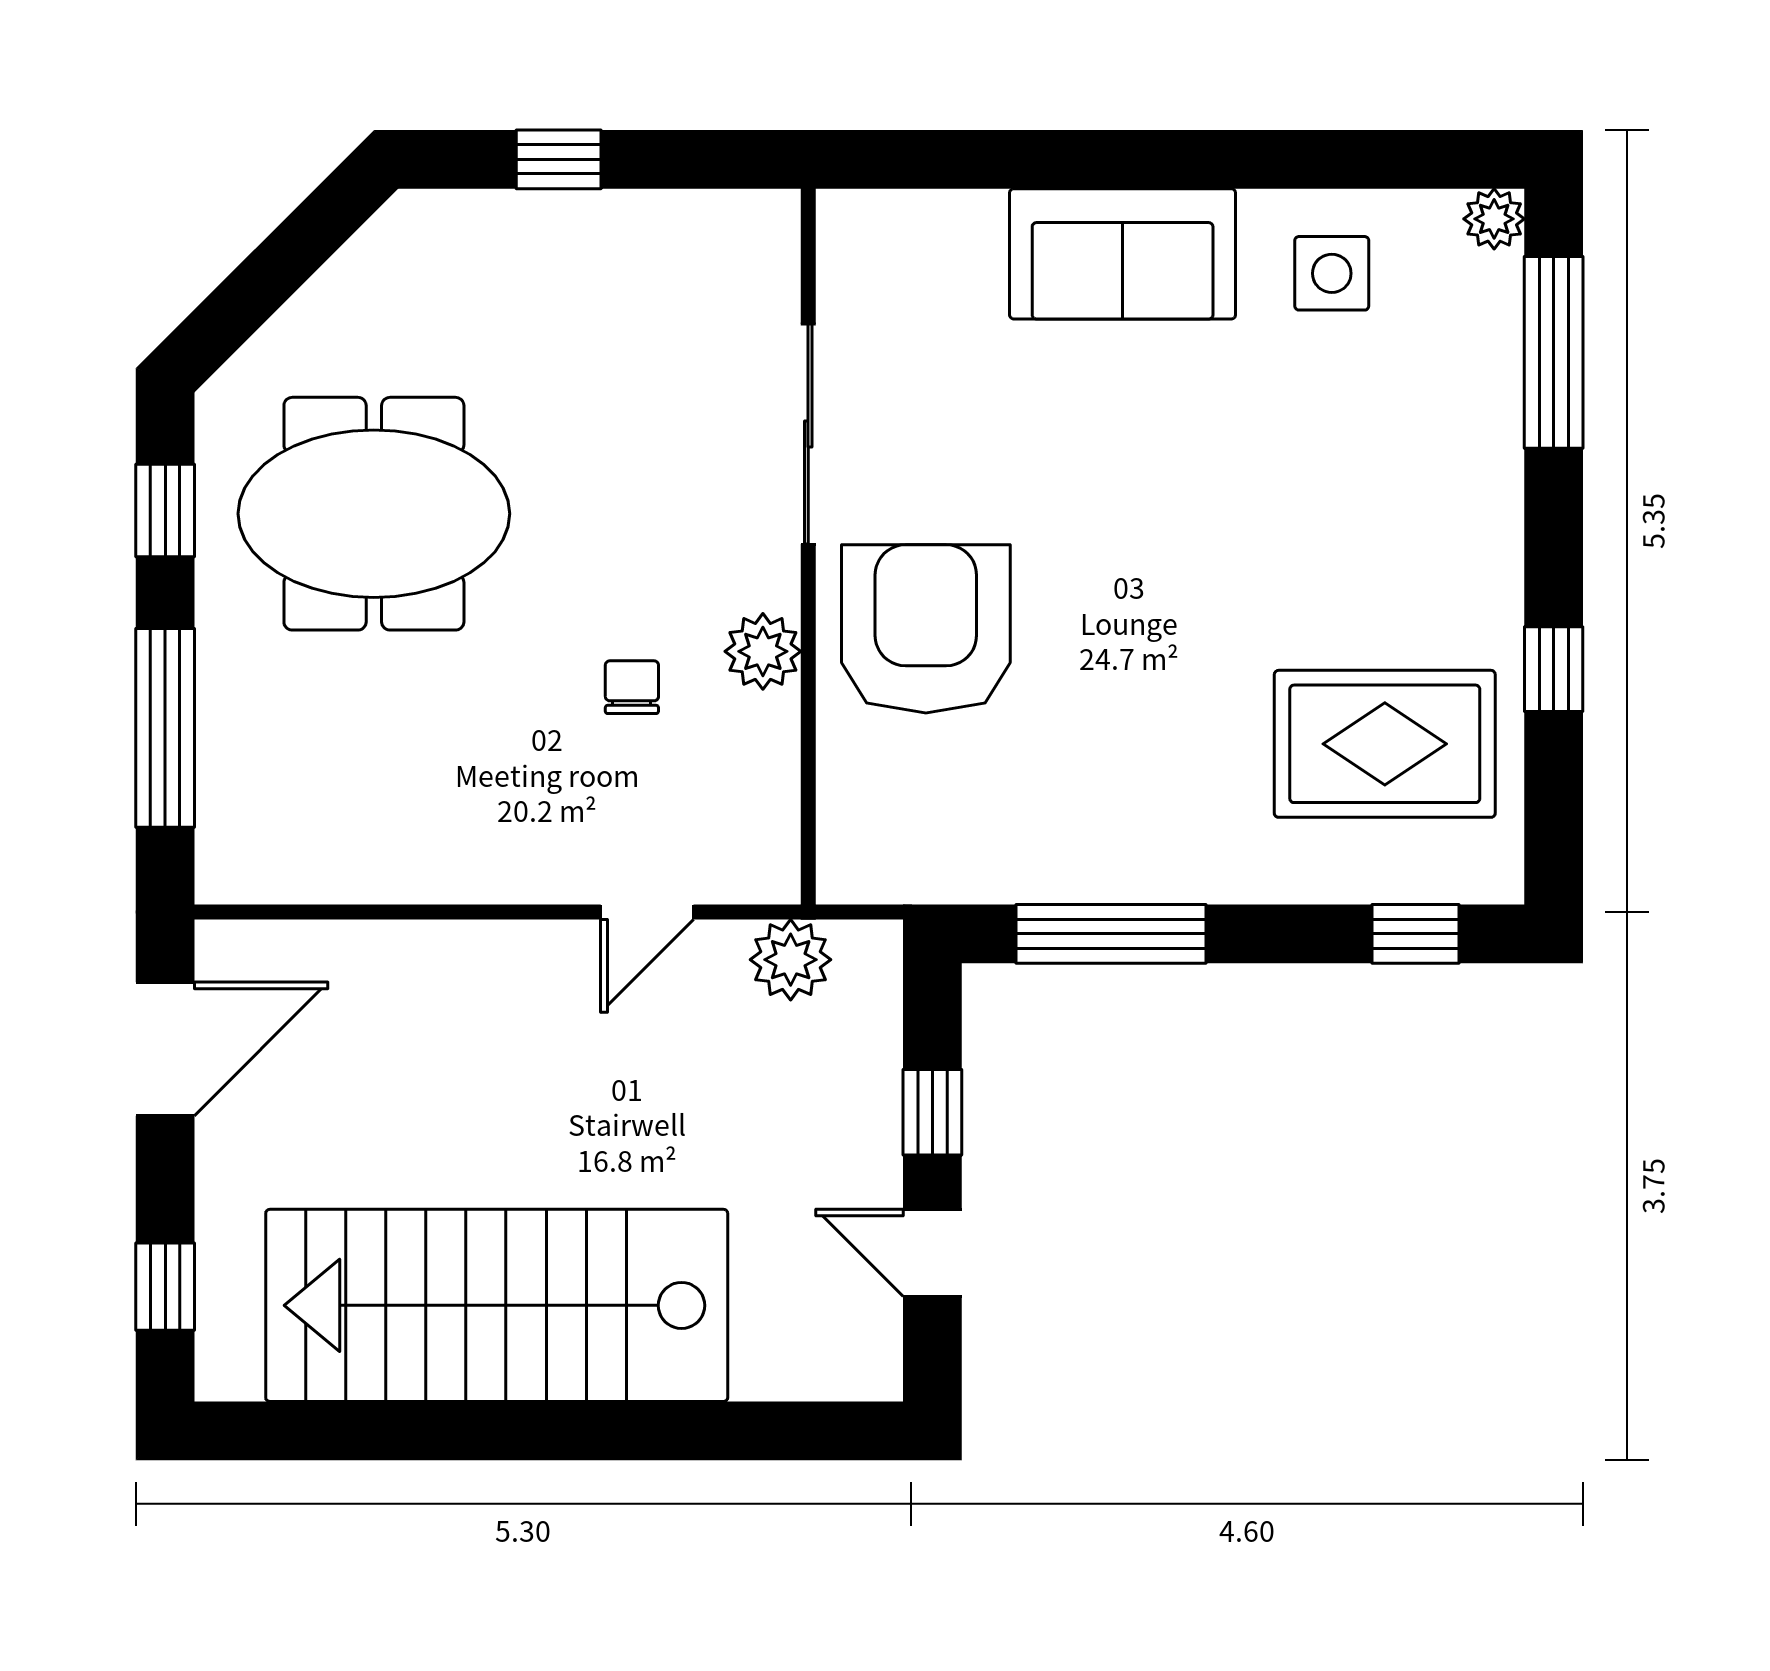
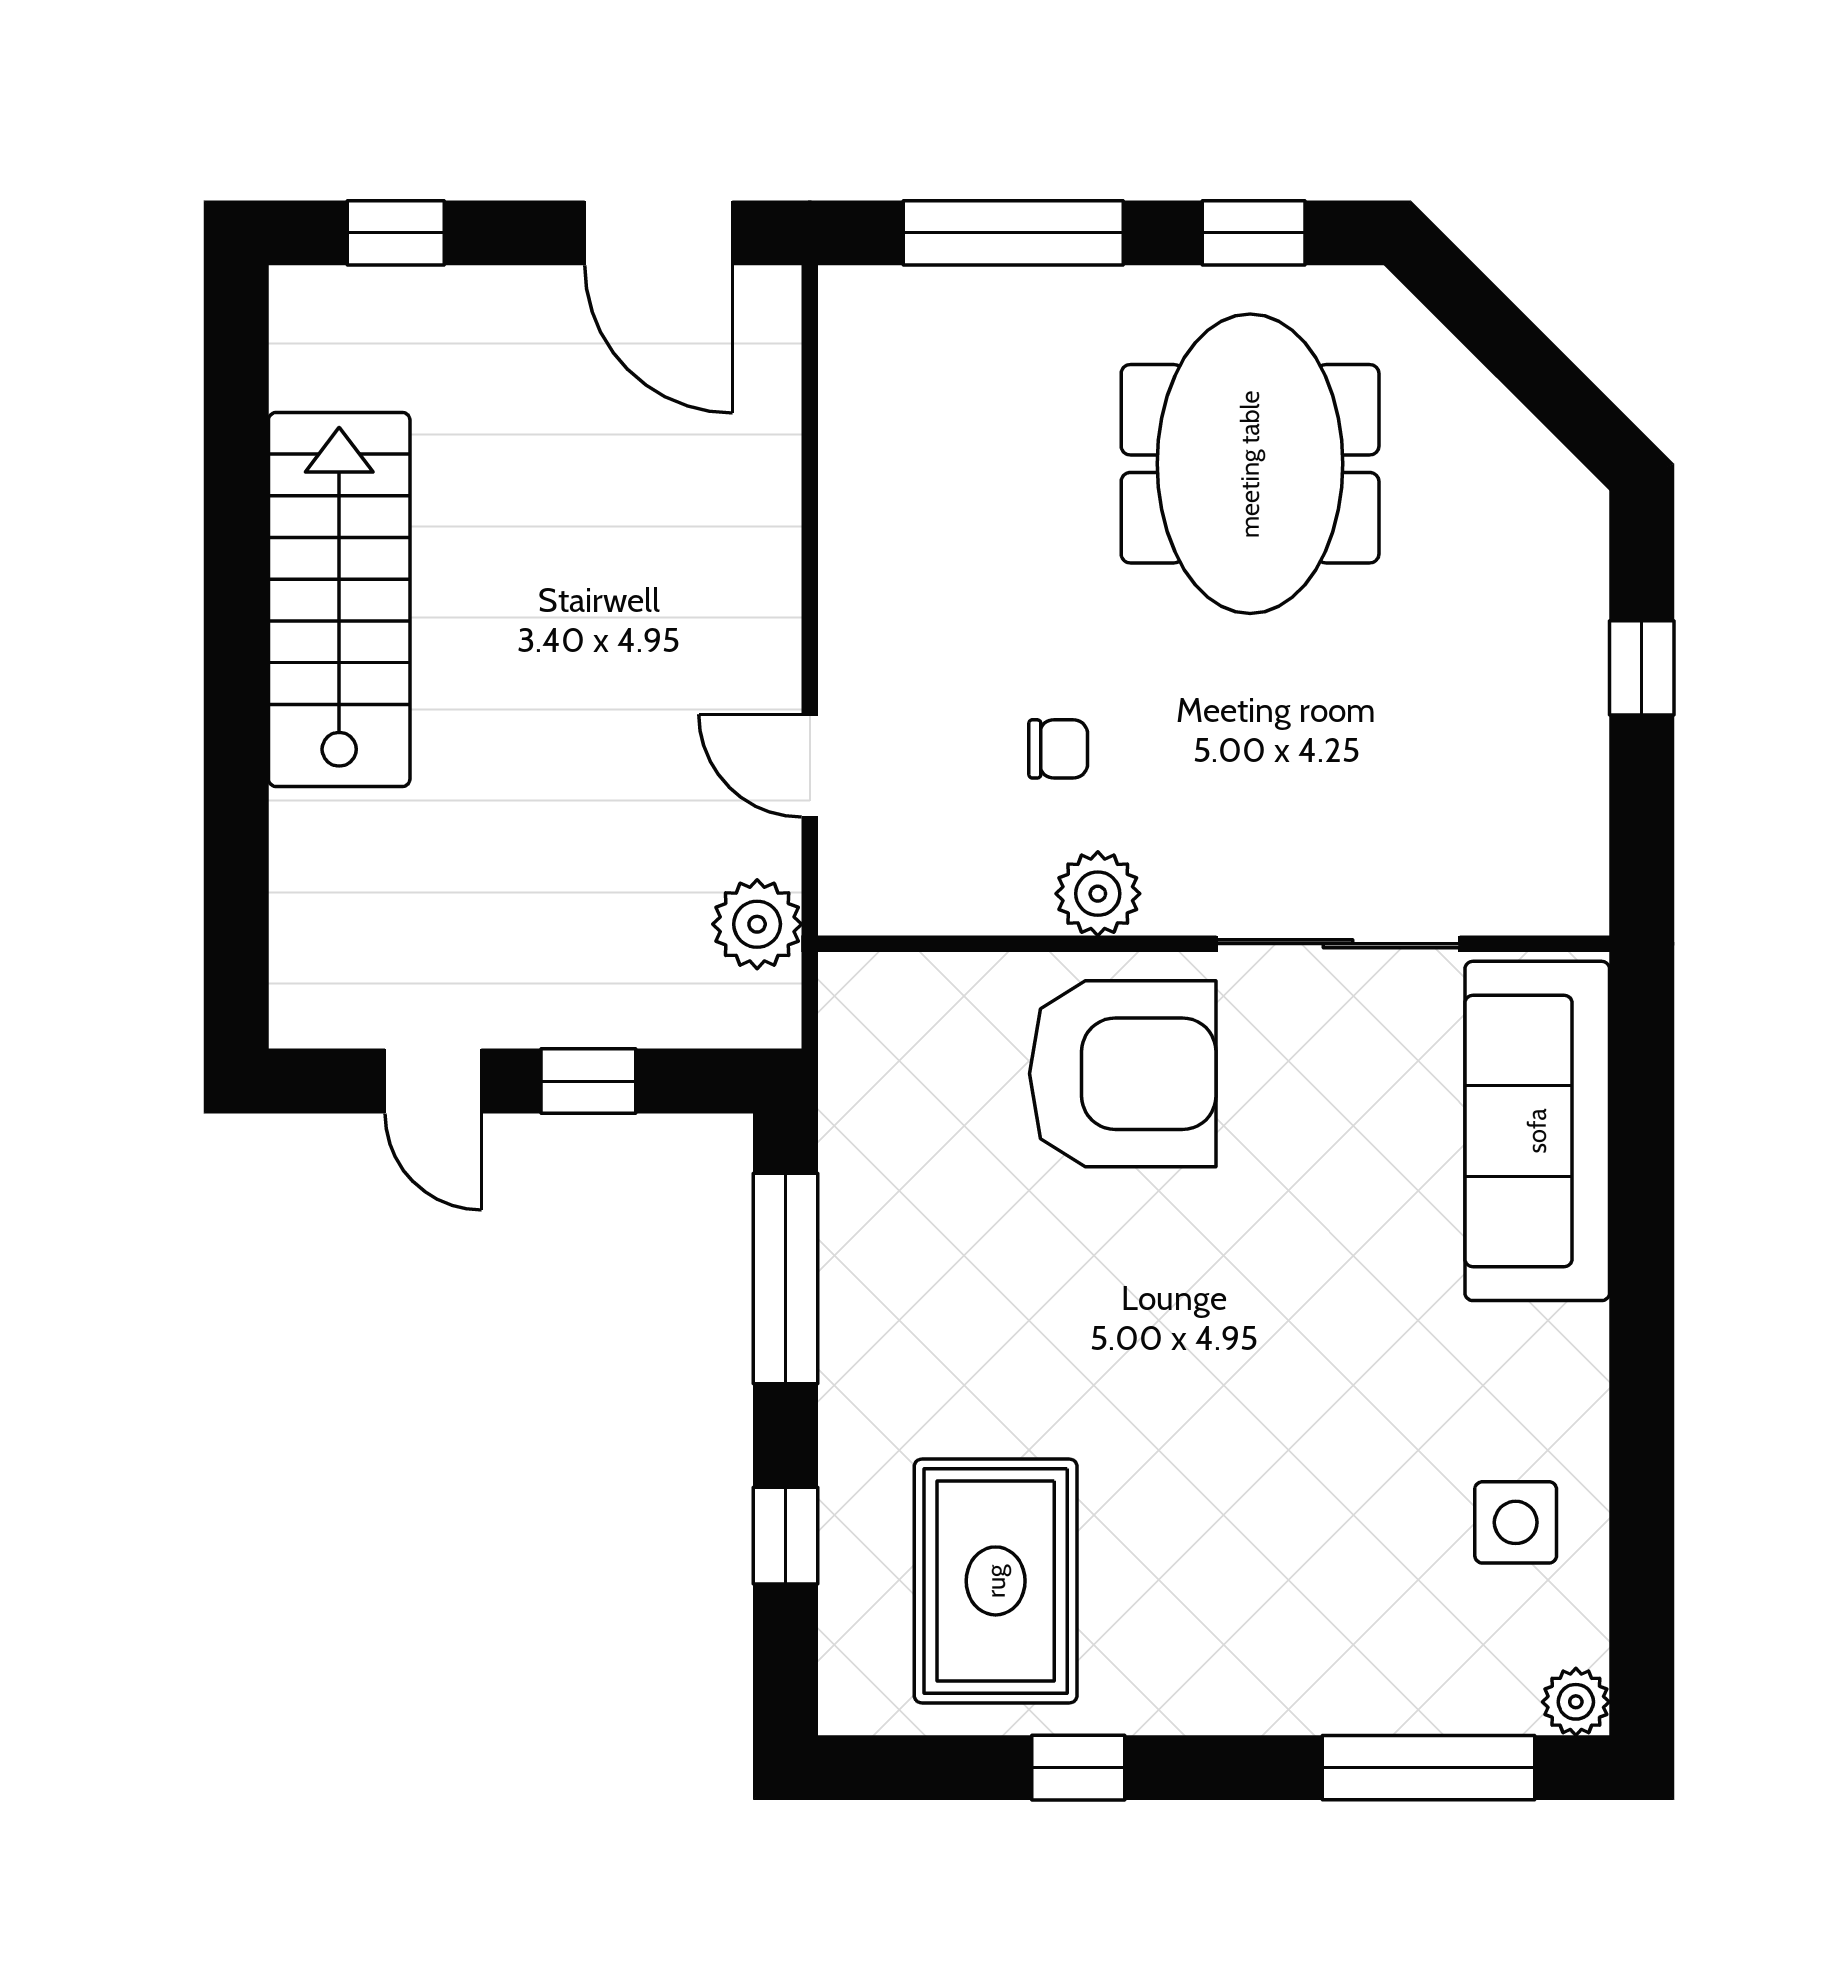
sofa: (1123, 254) -> (1537, 1131), moved, width x1.36
window: (1416, 934) -> (786, 1536), moved
door: (932, 1253) -> (433, 1081), swing flipped
stairs: (497, 1305) -> (339, 599), width x0.73, depth x0.66

